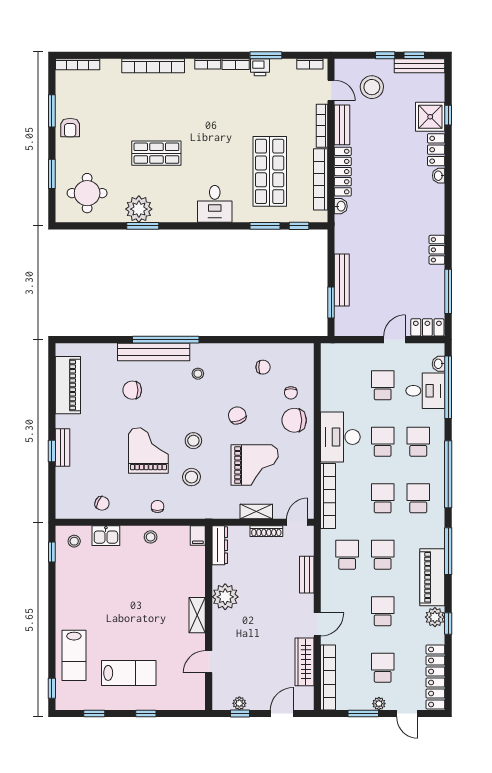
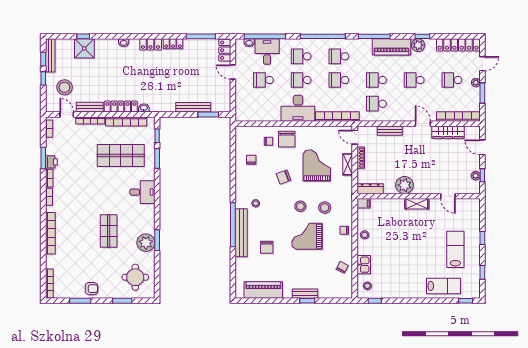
door: (331, 90) -> (67, 114), hinge flipped
locker: (436, 150) -> (151, 44), moved

